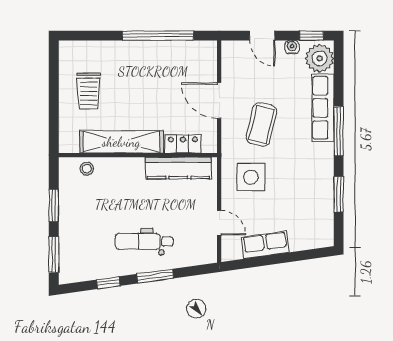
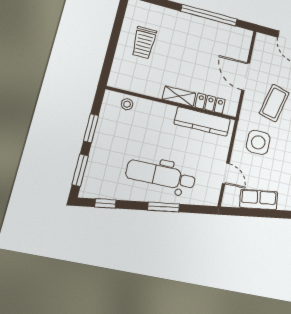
shelving: (121, 142) -> (179, 96), width x0.45, depth x0.75
dental chair: (144, 241) -> (161, 176), width x1.36, depth x1.38
window: (108, 283) -> (105, 203), moved

